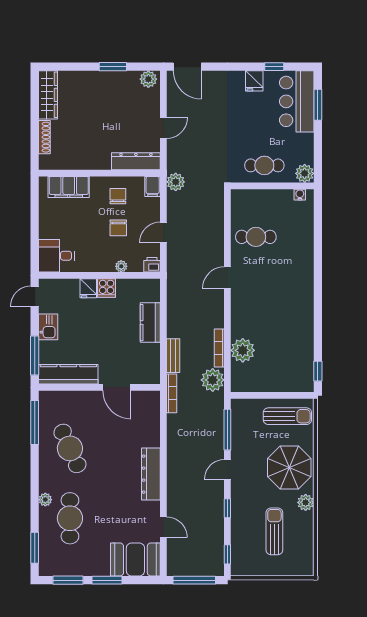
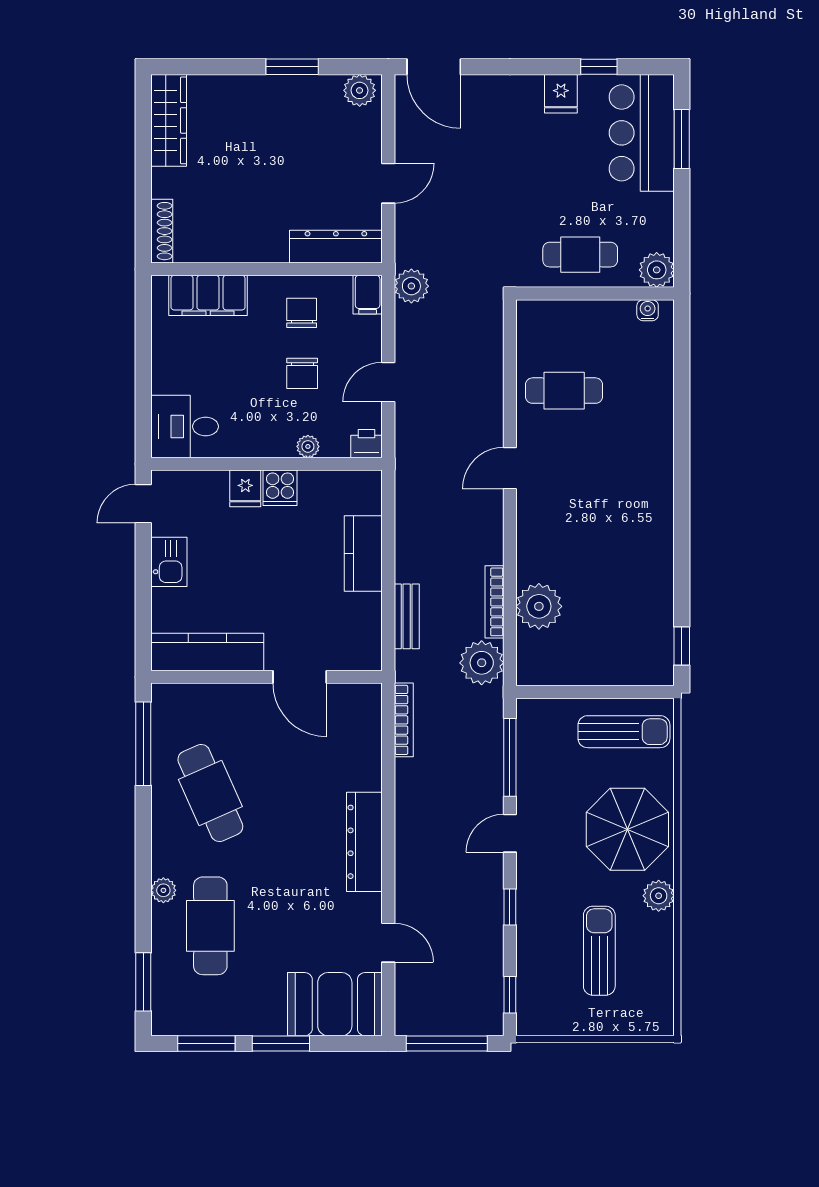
shoe rack: (44, 137) -> (162, 231), moved
window: (35, 355) -> (143, 616), removed
bookcase: (172, 393) -> (404, 720), moved

